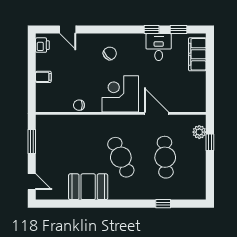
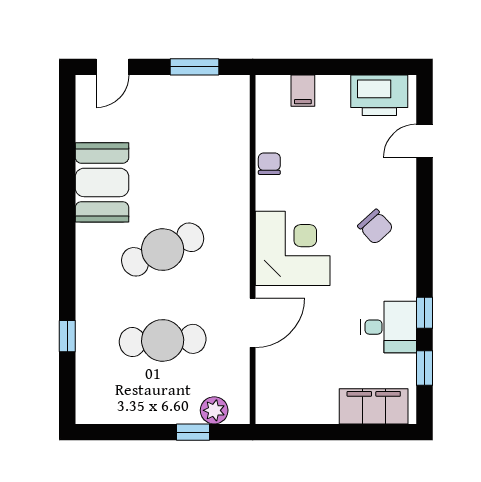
printer: (42, 45) -> (379, 95), width x1.87, depth x1.48
filing cabinet: (43, 77) -> (303, 91), moved

